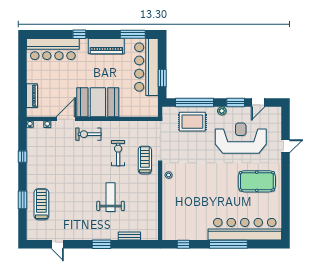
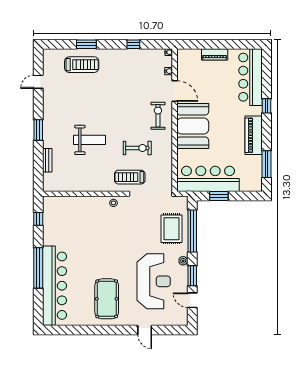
bar counter: (146, 67) -> (208, 179), moved
piano: (32, 96) -> (215, 54), moved
treadmill: (145, 160) -> (130, 177), turned 180

